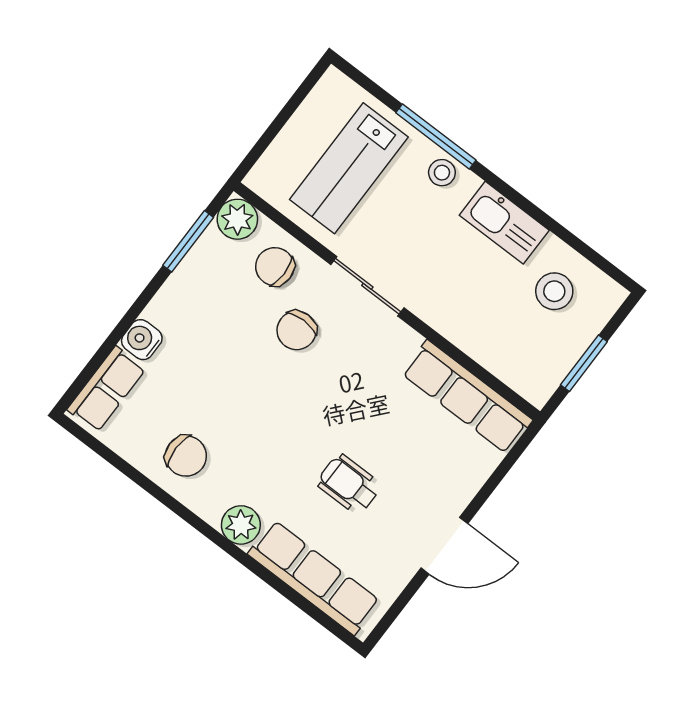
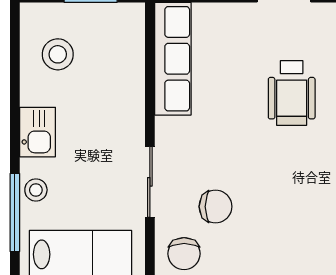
kitchen sink: (504, 223) -> (37, 132), width x0.73
wheelchair: (349, 484) -> (292, 93), width x1.36, depth x1.37

